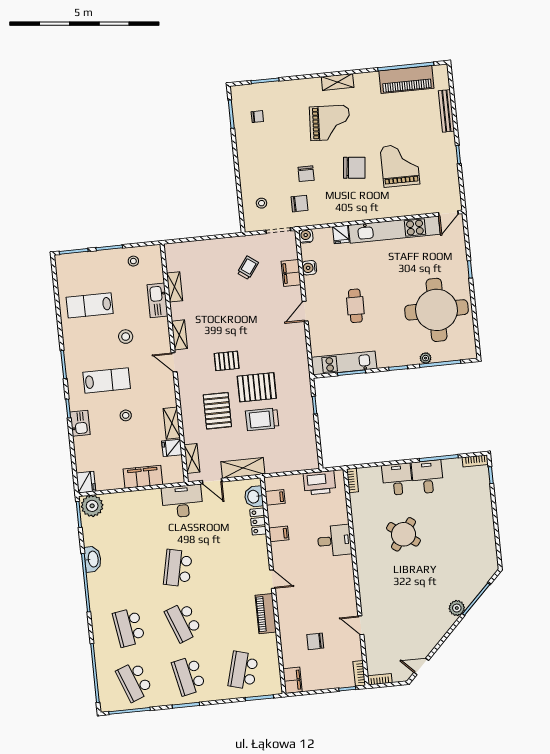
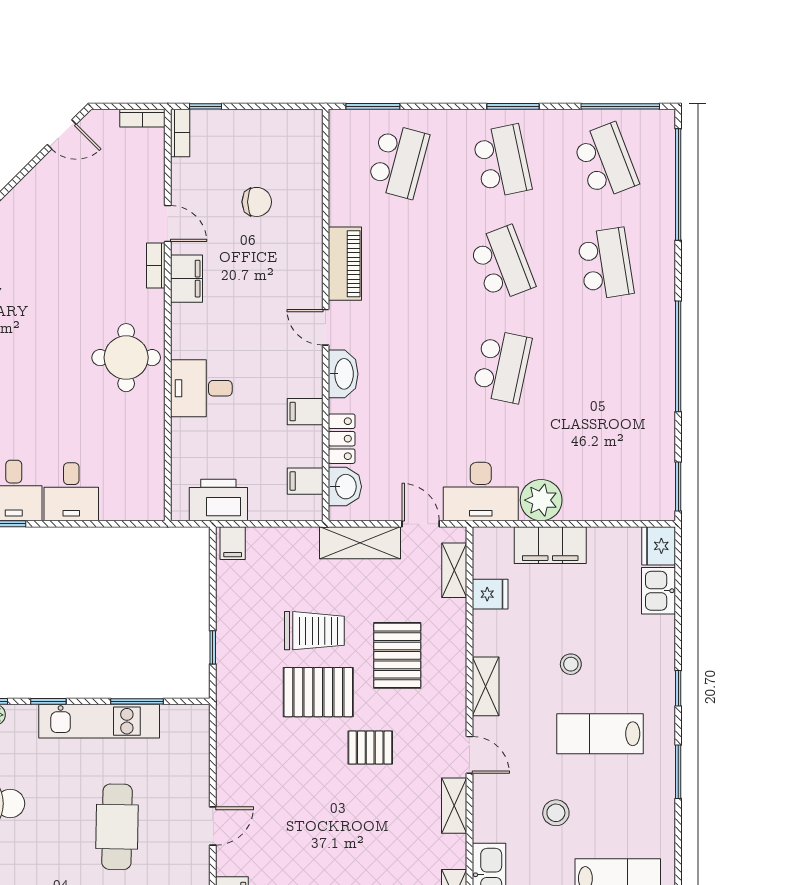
cafe table: (355, 306) -> (117, 827), width x1.37, depth x1.35
kitchen unit: (344, 363) -> (99, 721), moved
kitchen sink: (80, 423) -> (658, 591), moved
shelving: (172, 423) -> (486, 686), moved
filing cabinet: (310, 461) -> (233, 543), added
bookcase: (352, 480) -> (156, 266), moved
plant: (92, 506) -> (541, 500), moved
round table: (403, 534) -> (126, 358), moved, turned -36
washbasin: (93, 559) -> (343, 374), moved, turned 180
filing cabinet: (293, 680) -> (186, 279), moved, turned 180

